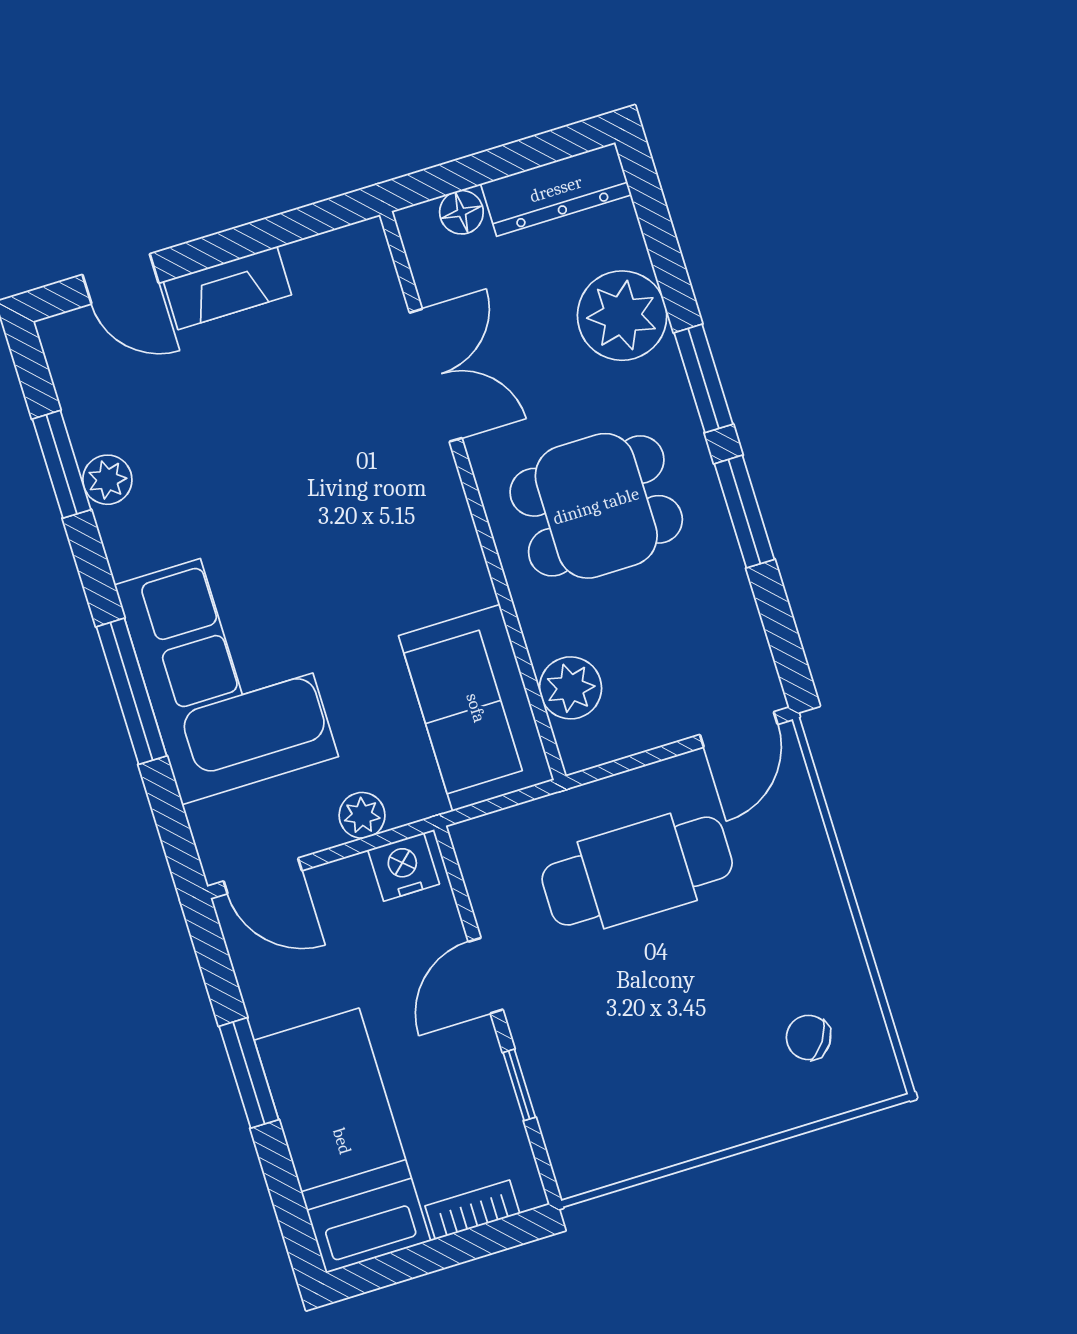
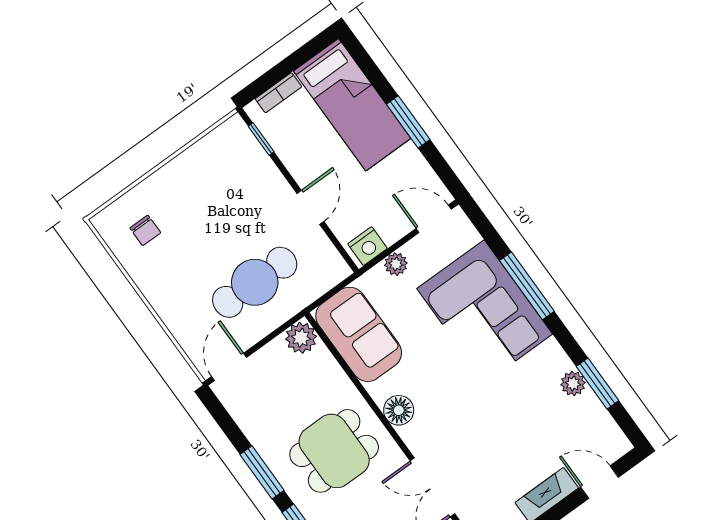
floor lamp: (450, 541) -> (399, 410), added
plant: (571, 688) -> (301, 338), moved
chair: (809, 1037) -> (145, 230), turned 56
window: (519, 1085) -> (261, 139), moved

